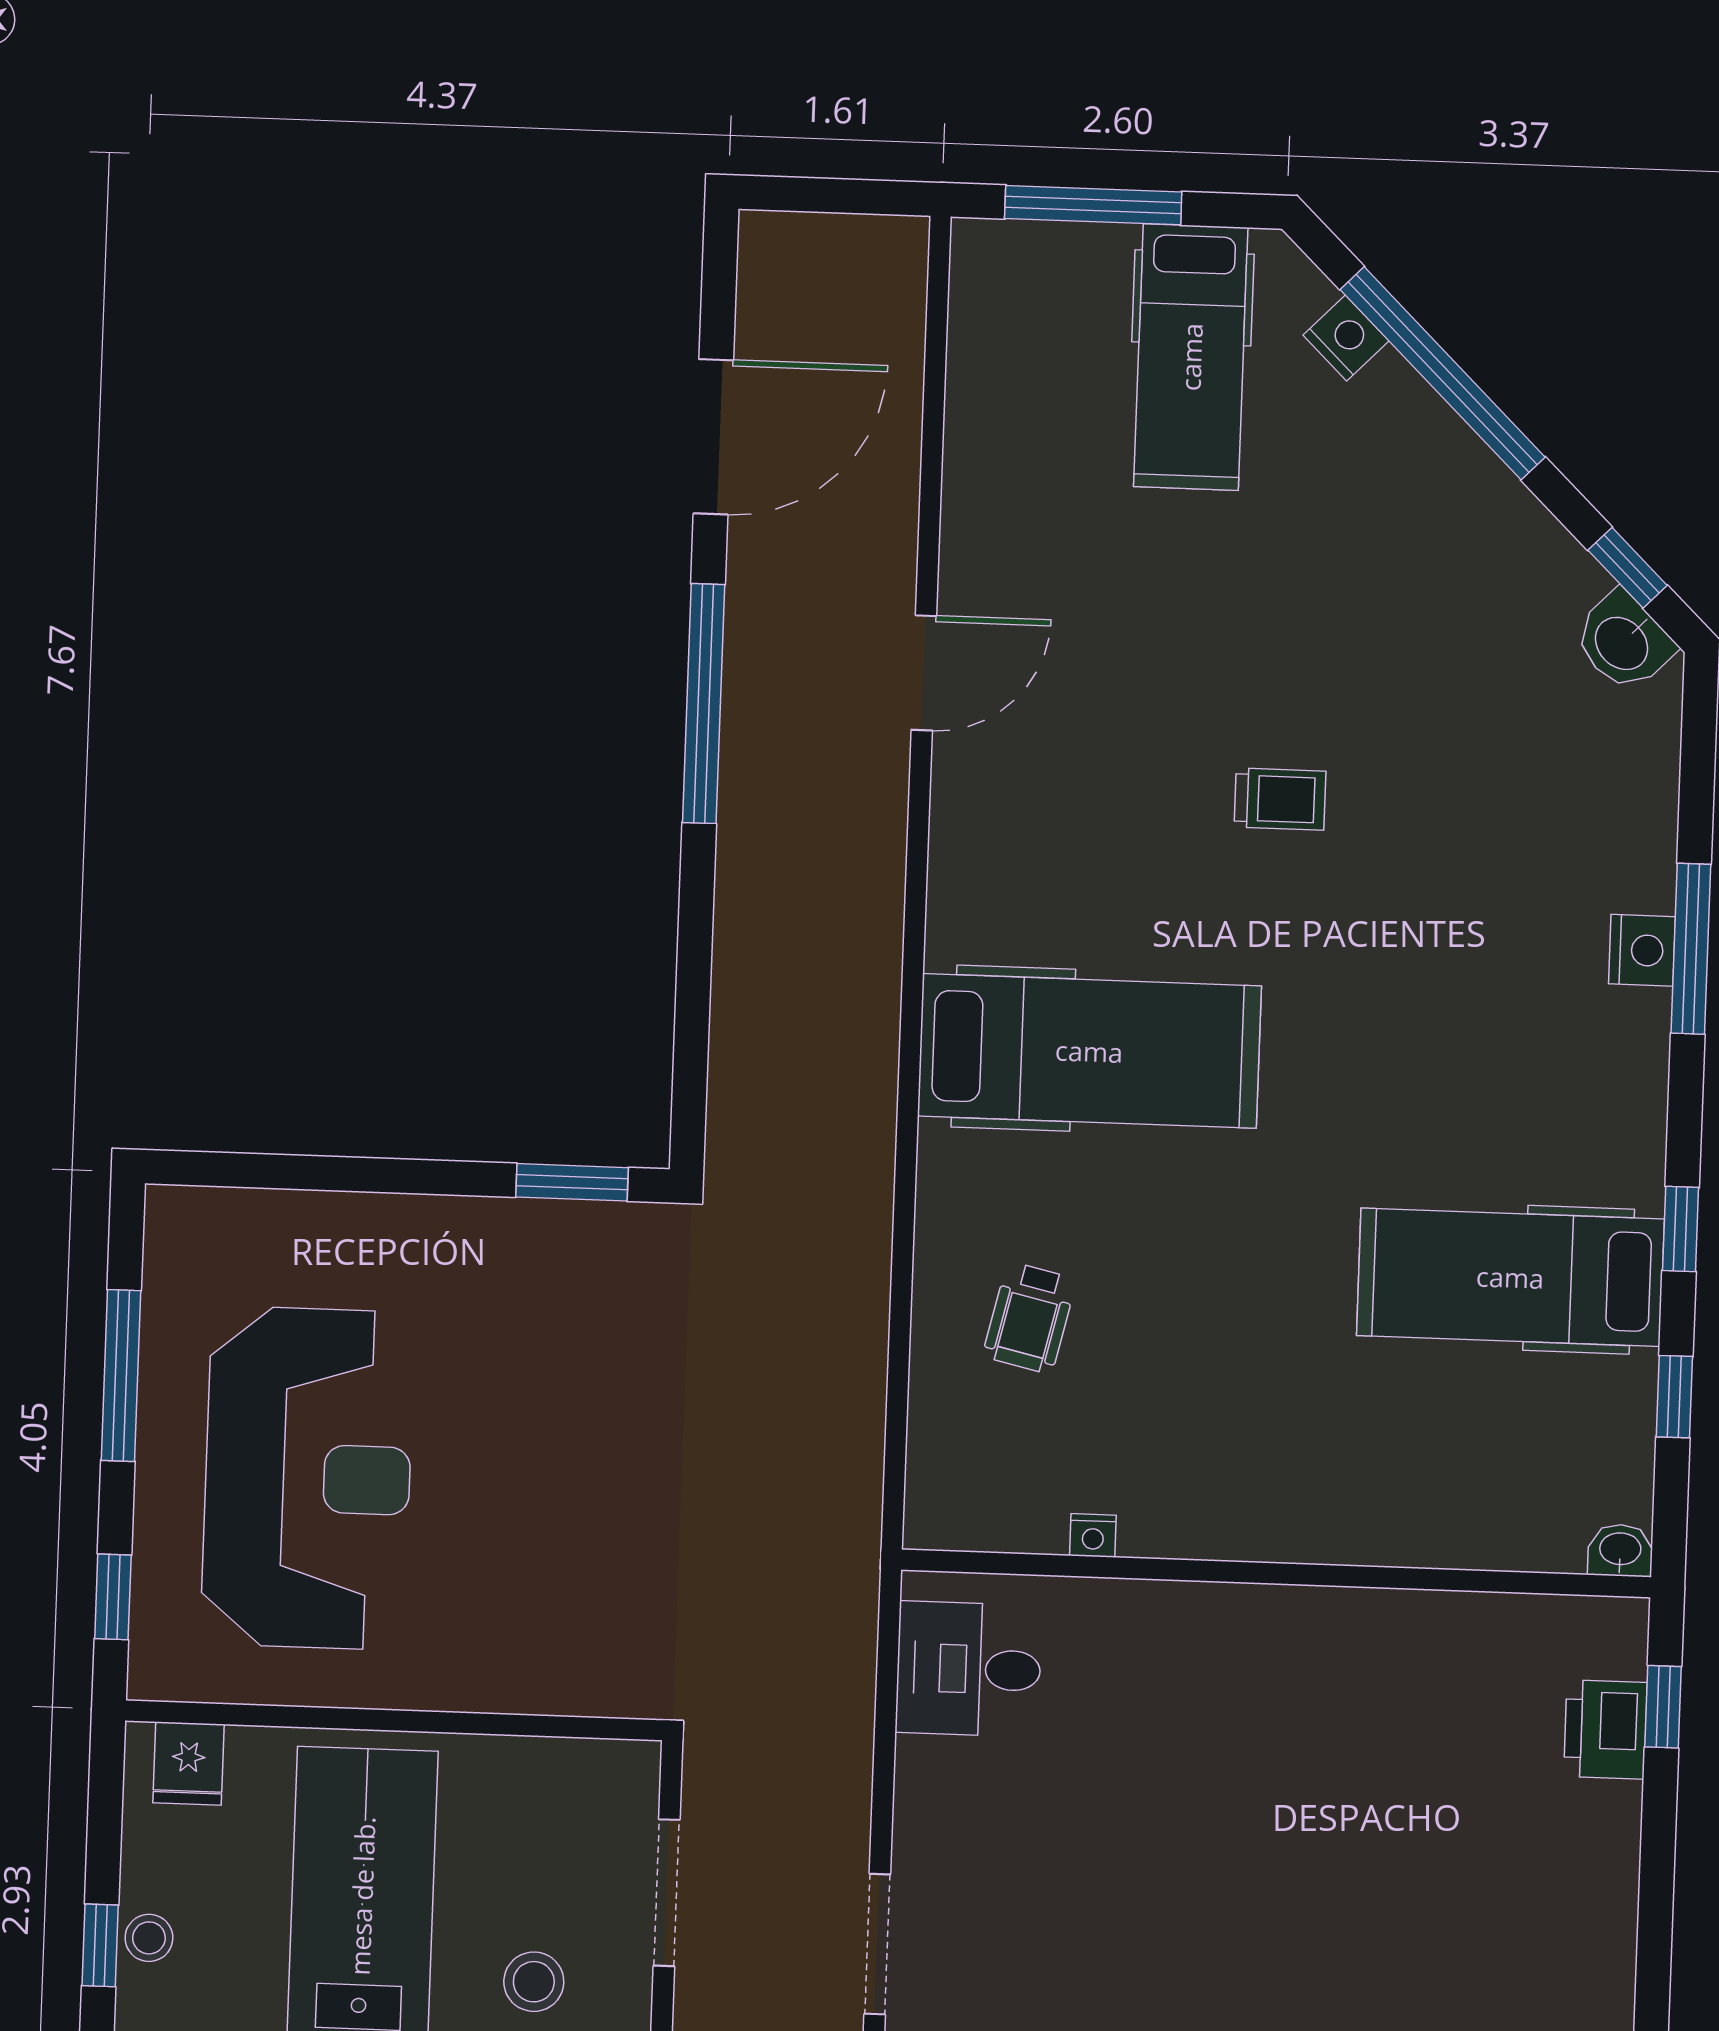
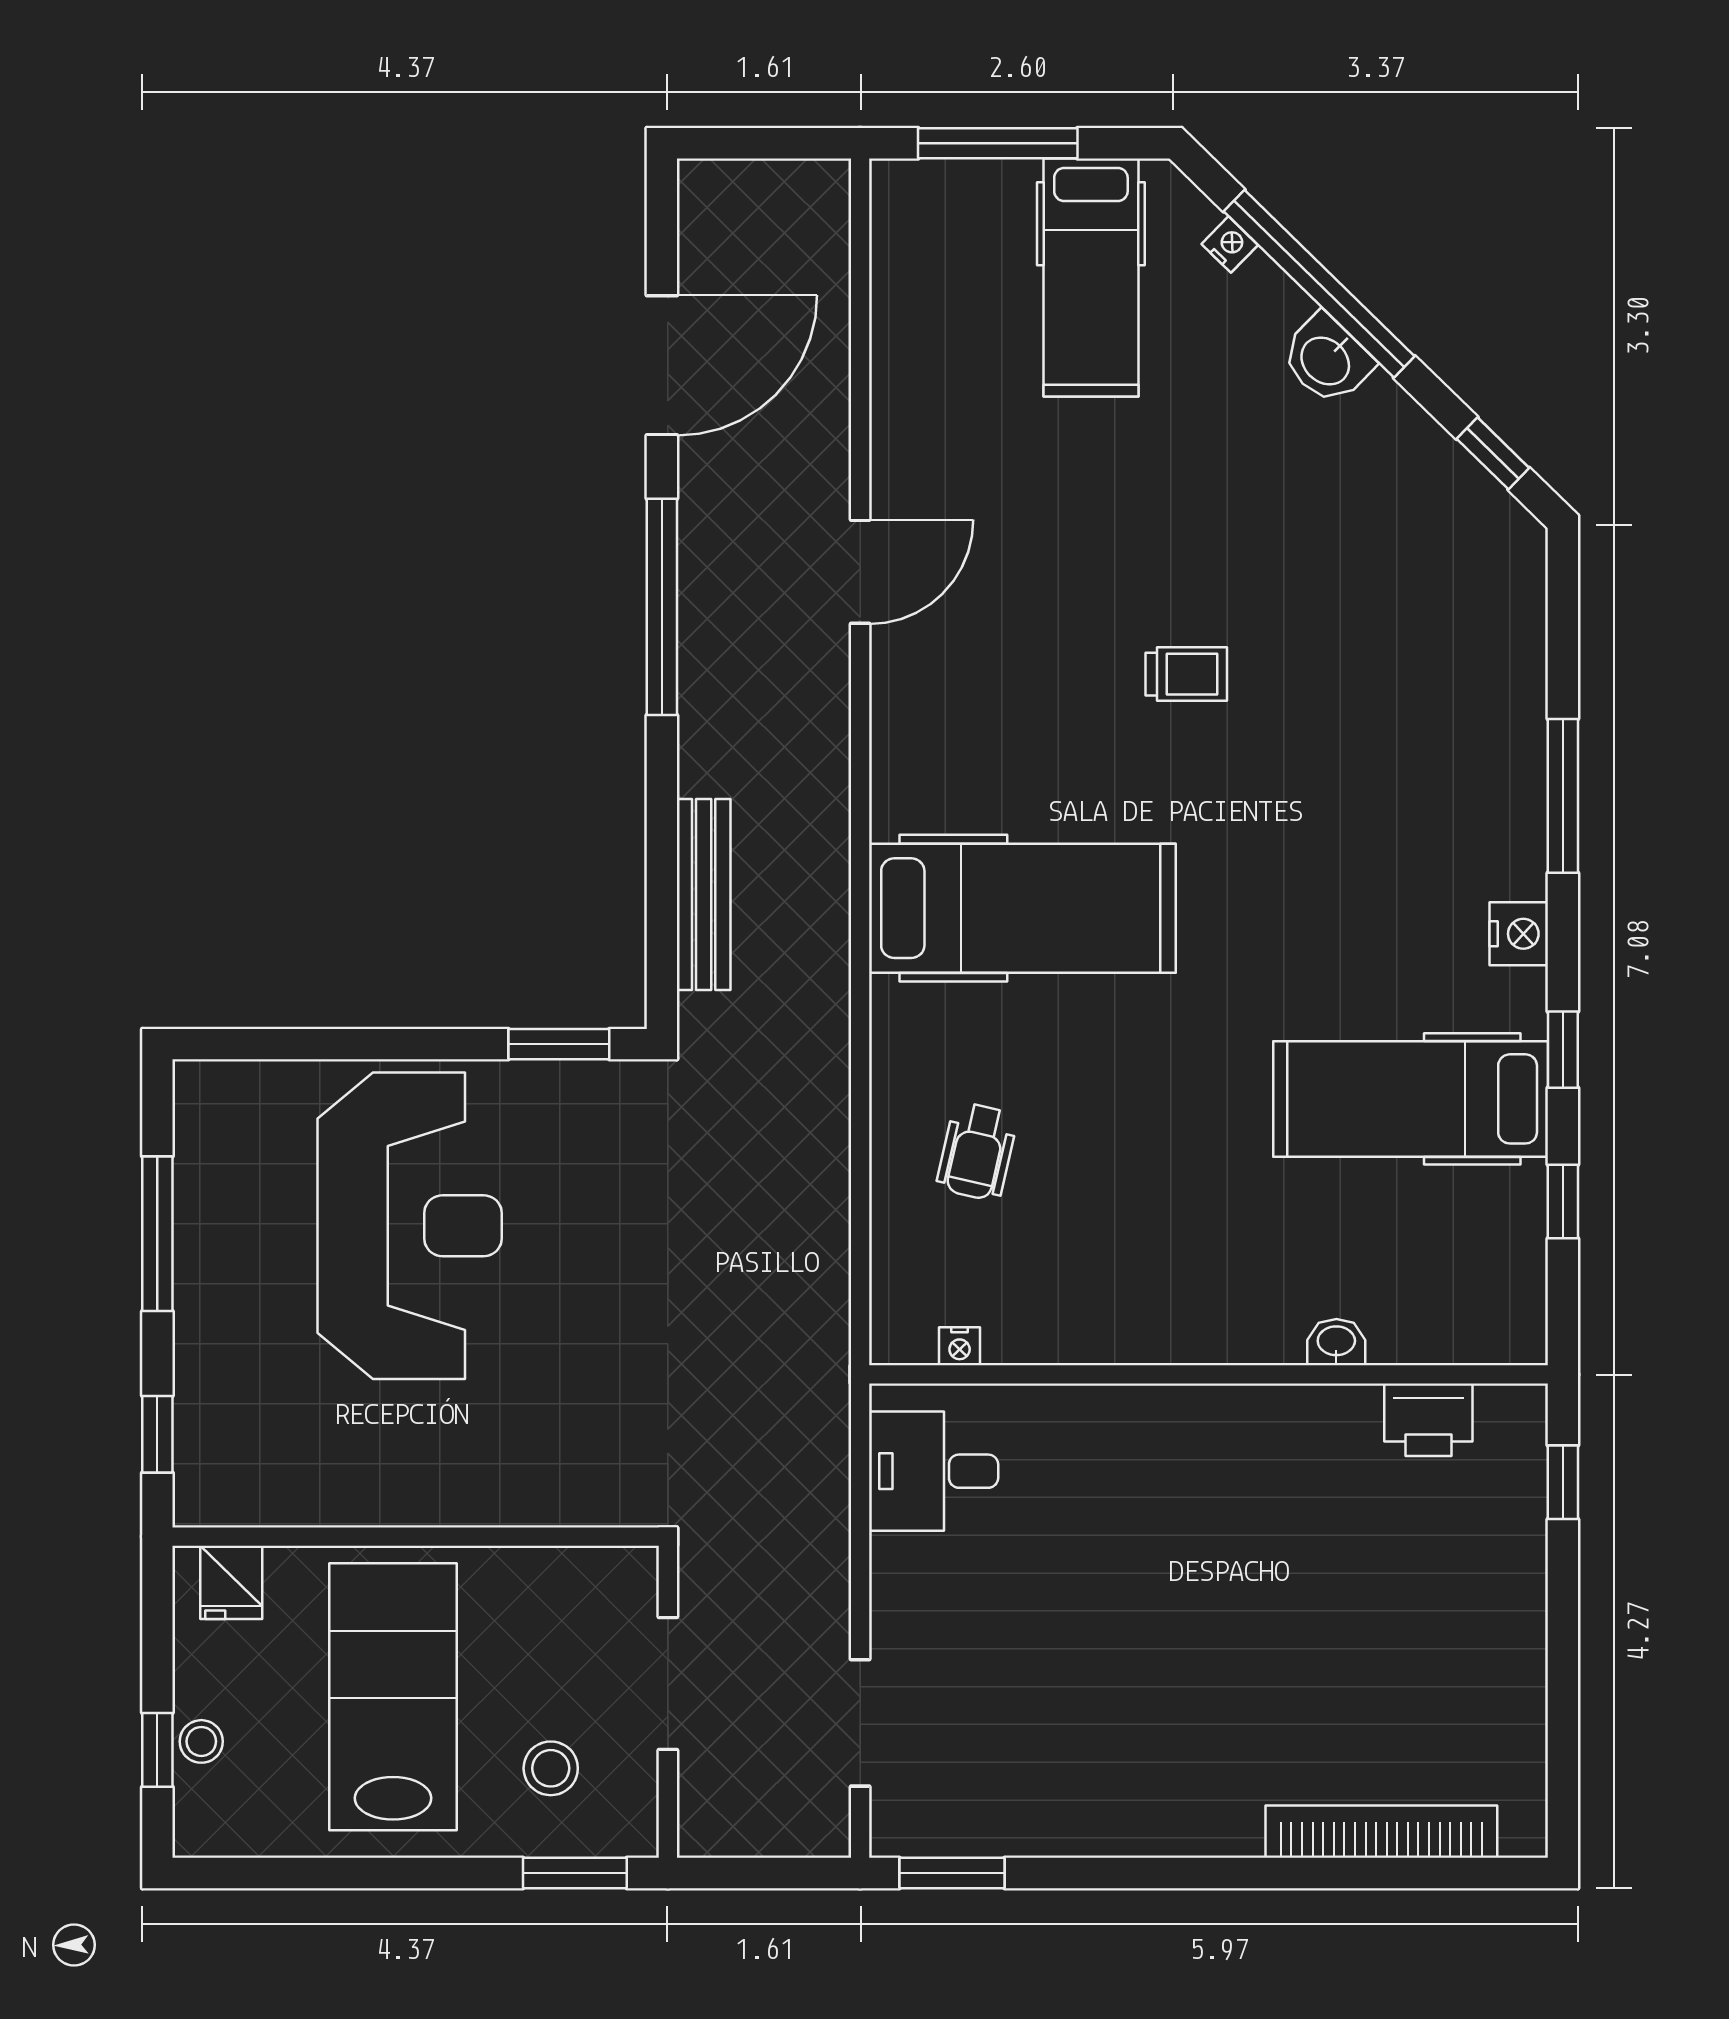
nightstand: (1346, 338) -> (1230, 245), width x0.72, depth x0.74
washbasin: (1623, 642) -> (1327, 360), moved
nightstand: (1642, 950) -> (1519, 934), moved
bench: (738, 1023) -> (704, 894), added
reception desk: (308, 1478) -> (410, 1226), moved
nightstand: (1093, 1536) -> (960, 1346), moved
washbasin: (1620, 1550) -> (1336, 1342), moved
printer: (1605, 1729) -> (1428, 1420), moved, turned -90

